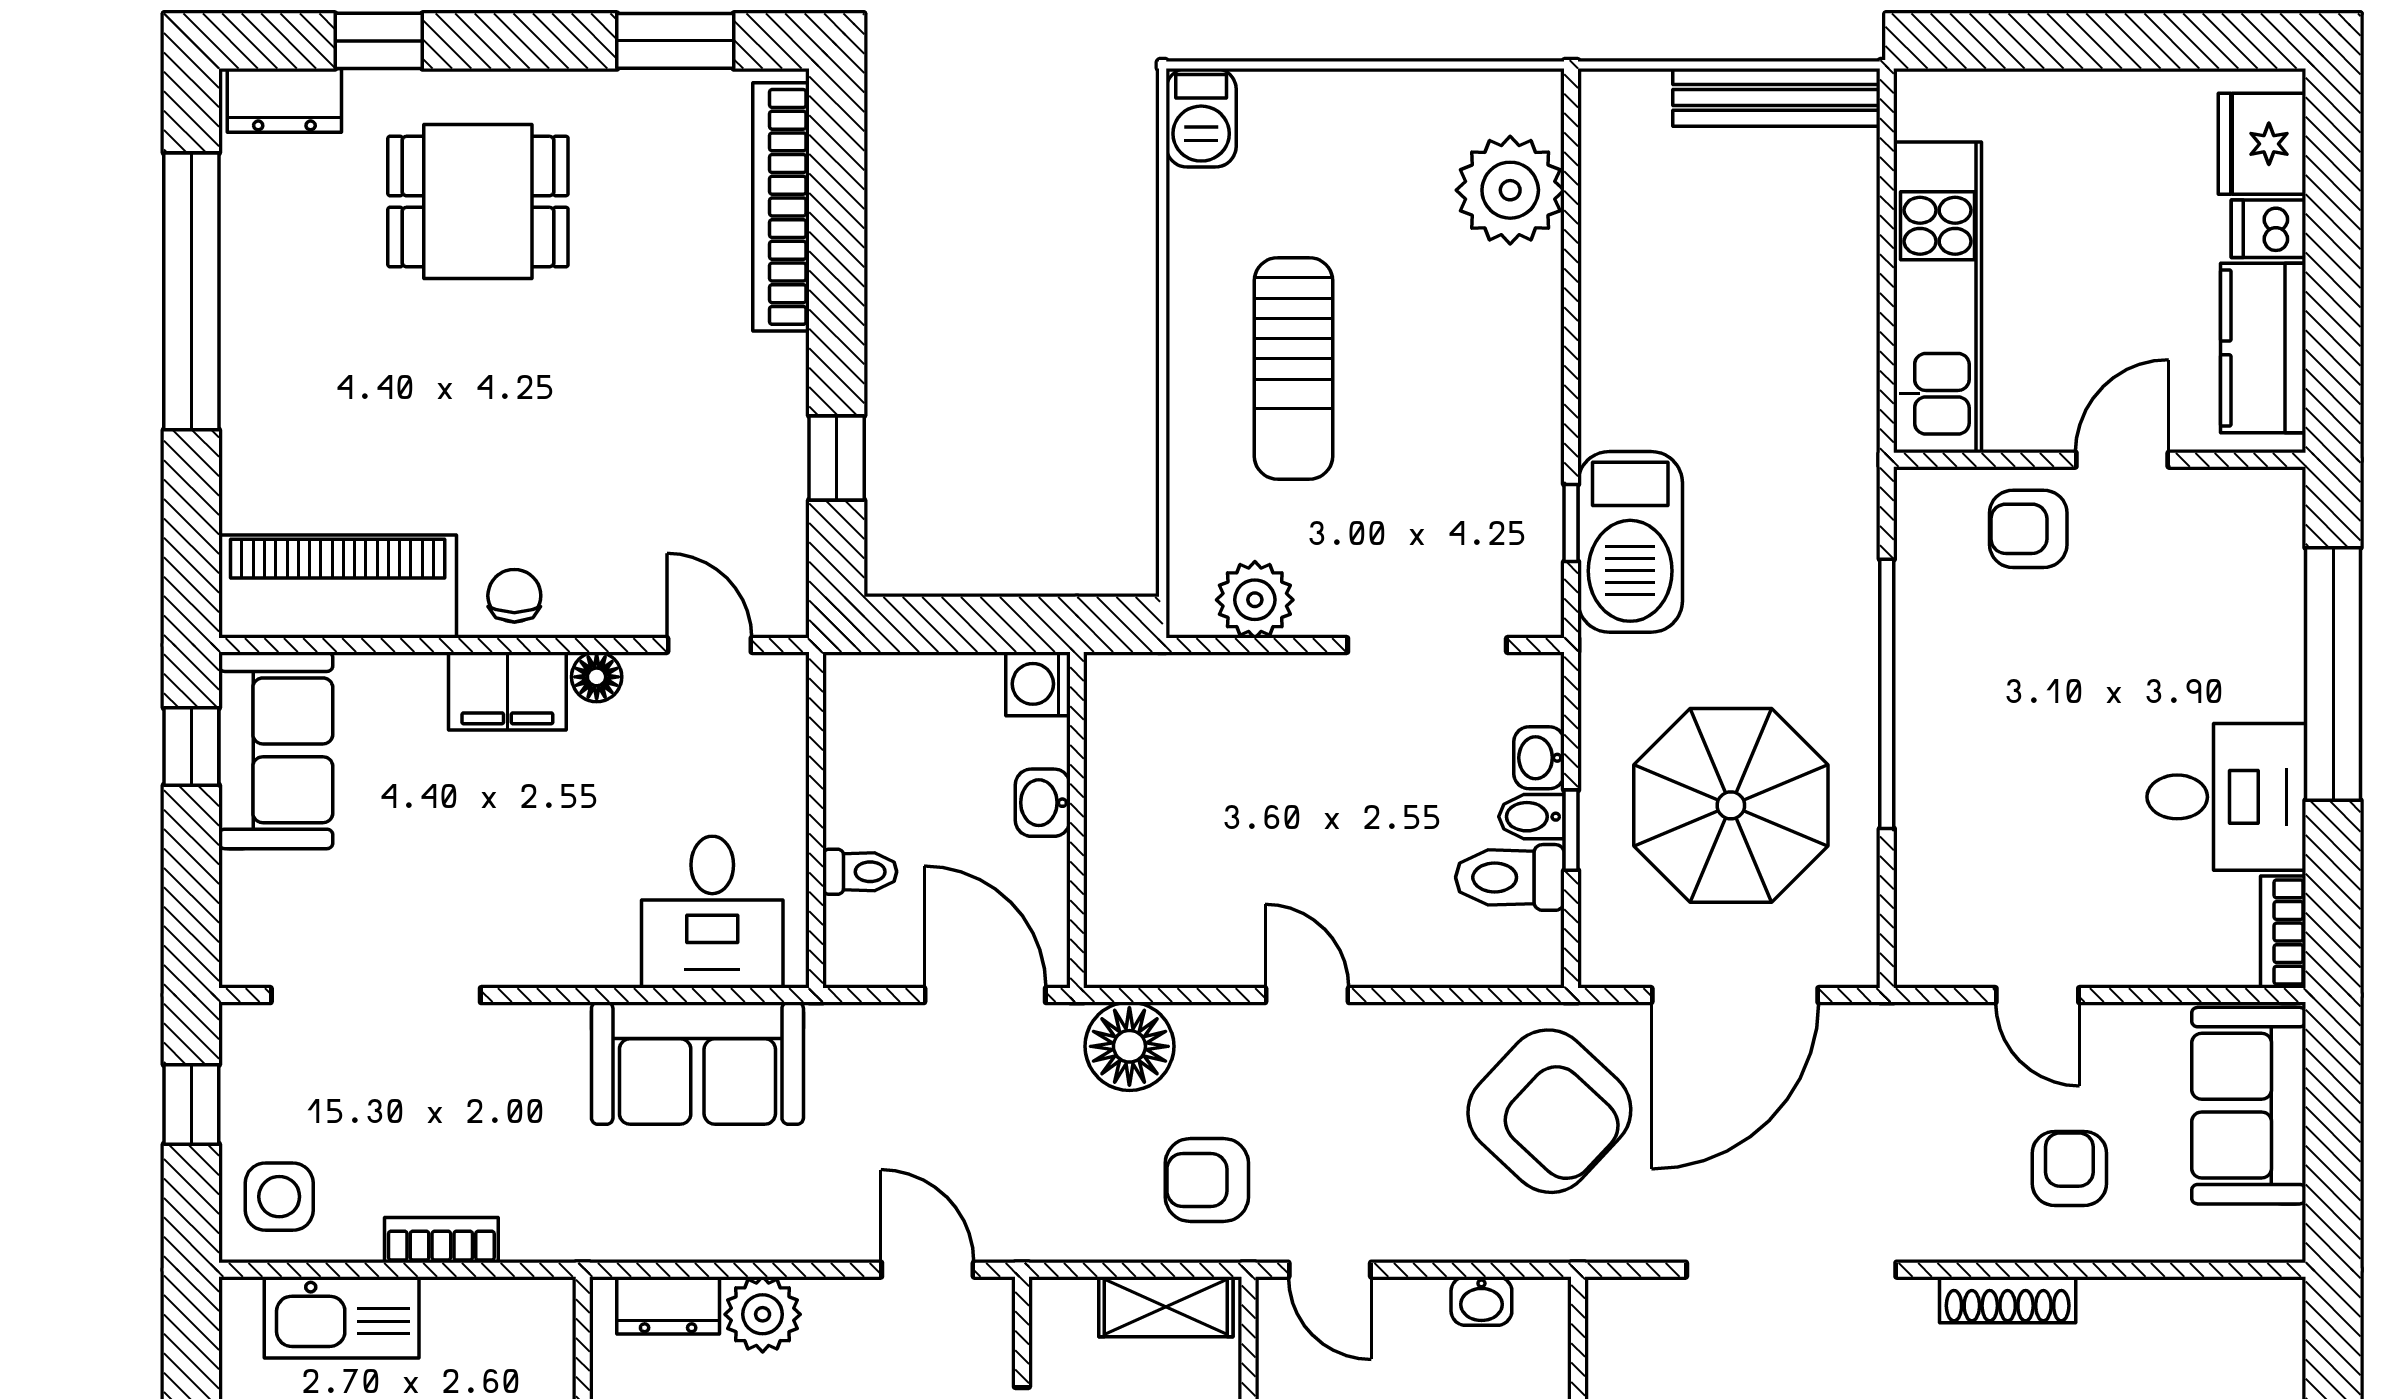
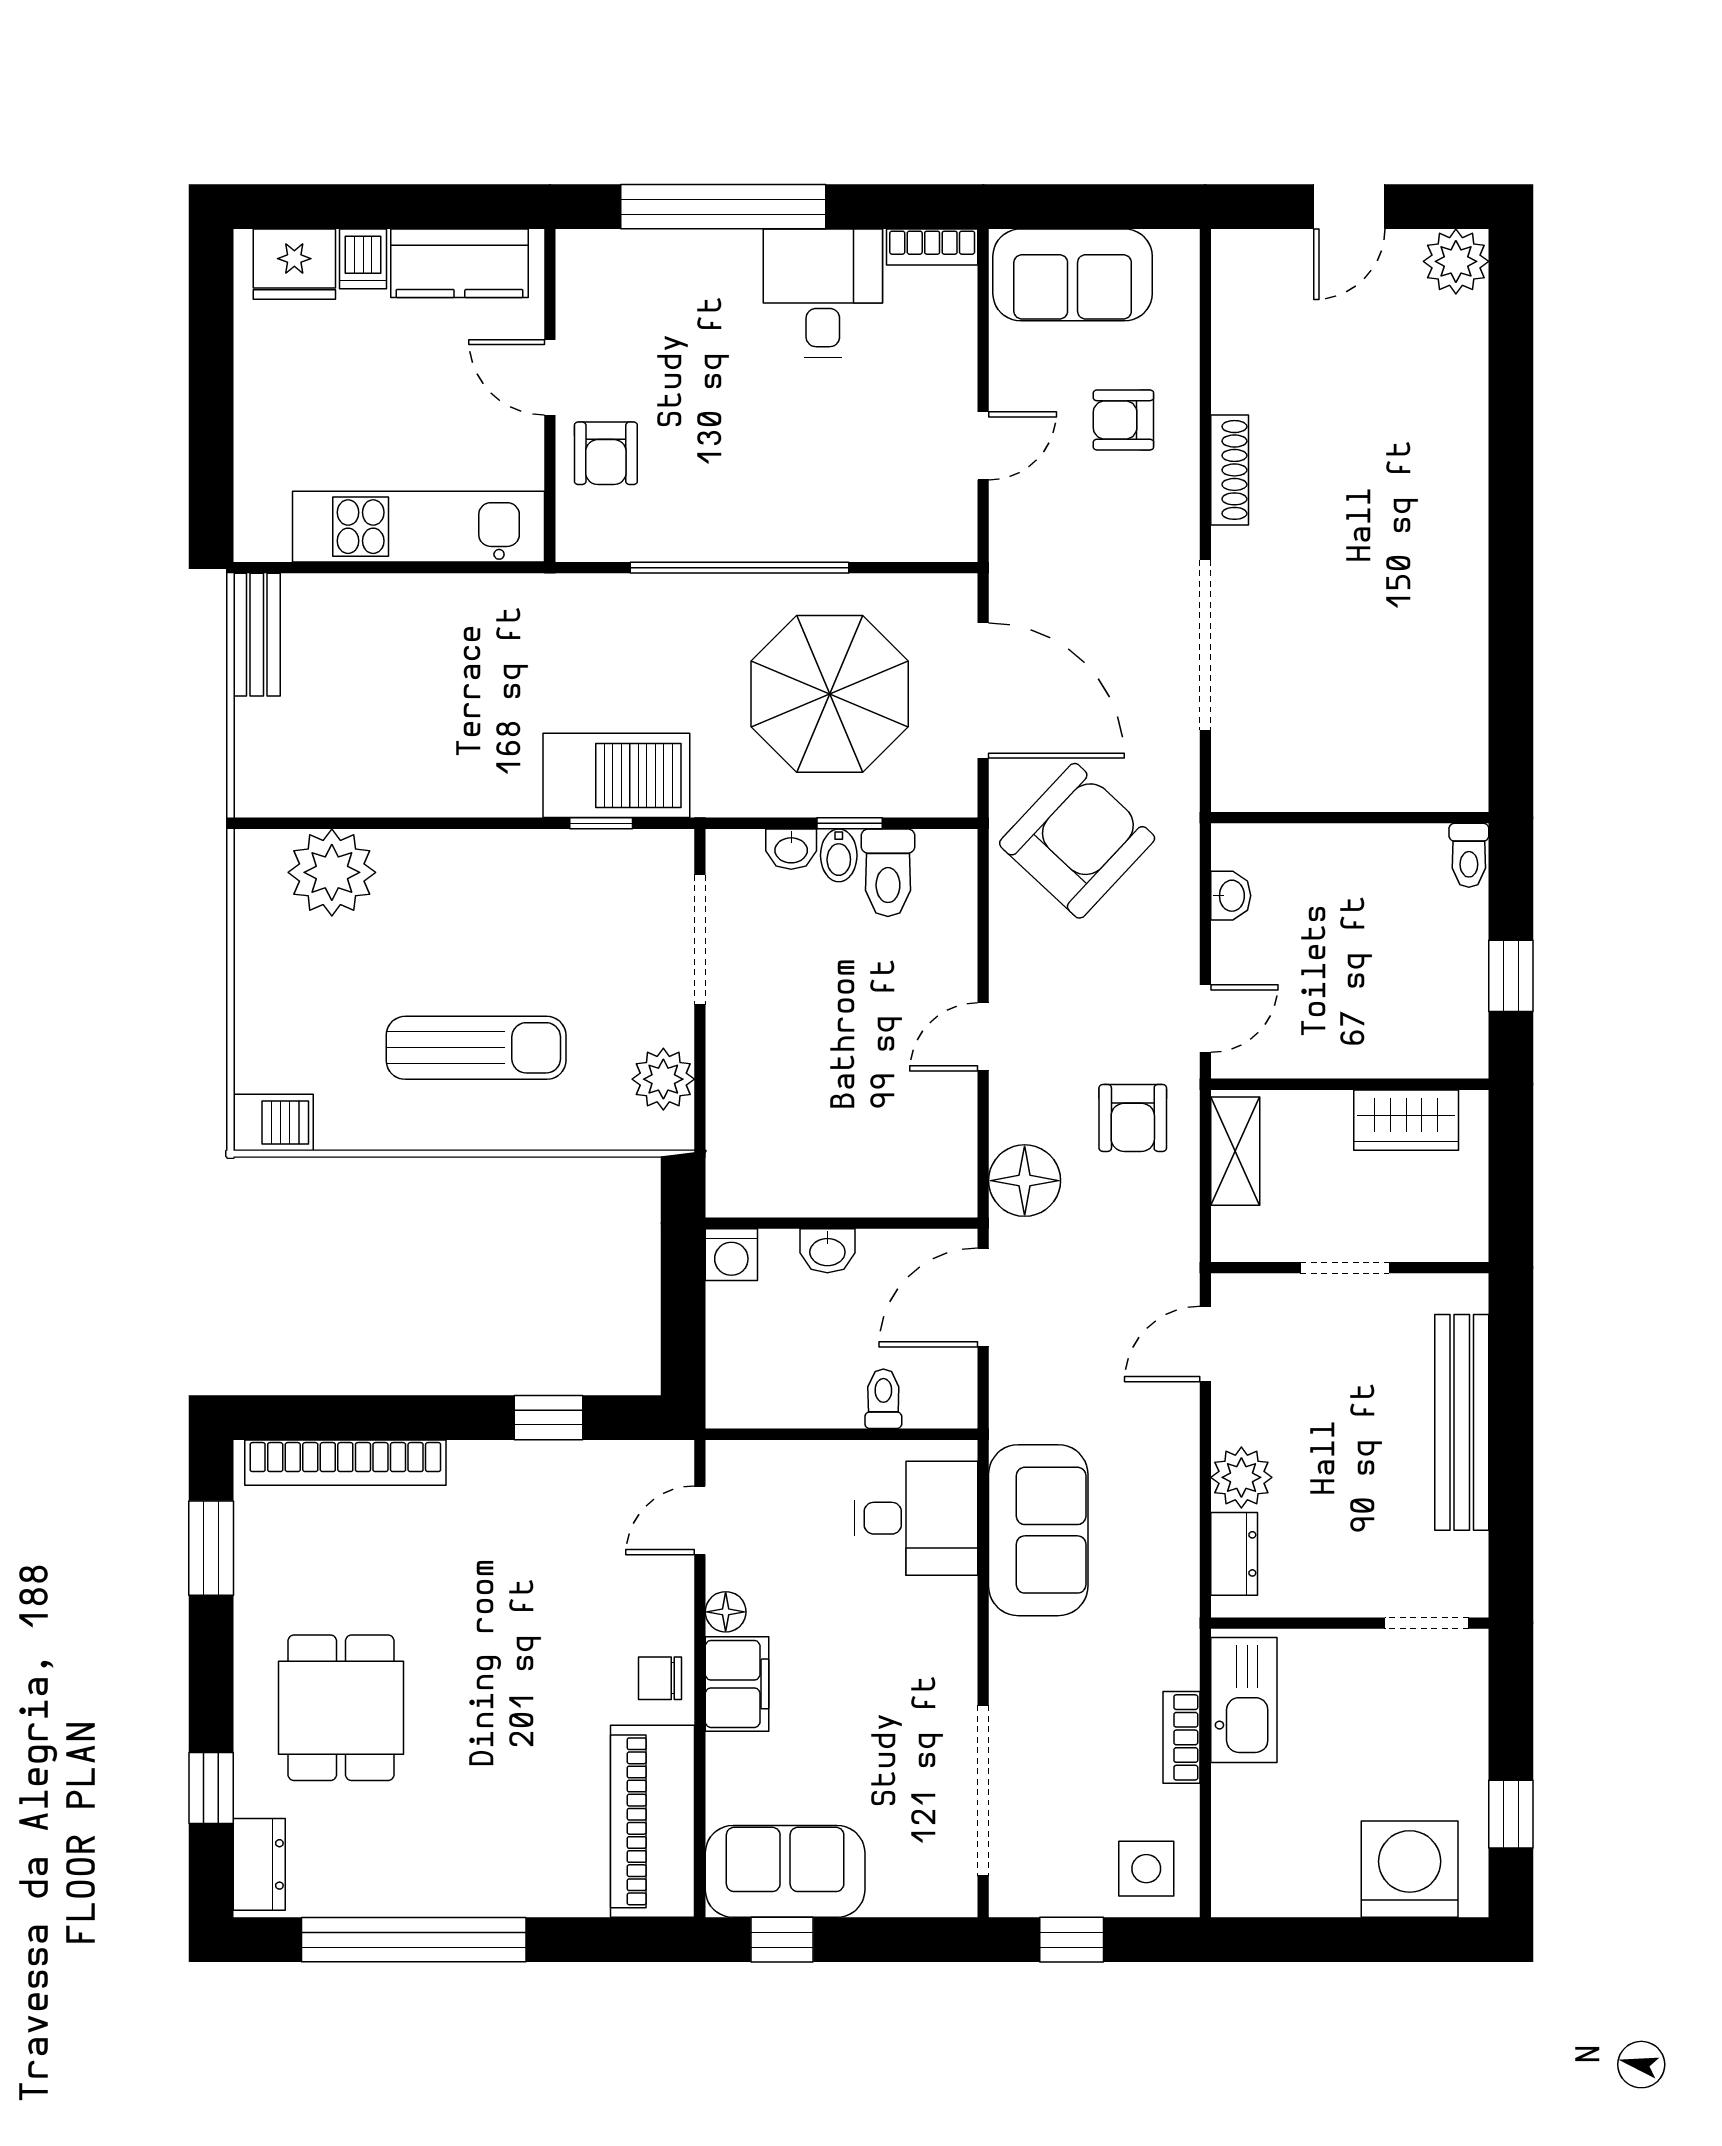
bench: (1776, 97) -> (257, 635), width x0.73
kitchen sink: (342, 1317) -> (1244, 1700), moved

